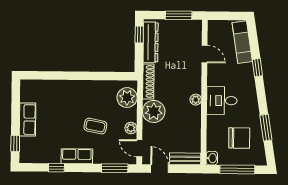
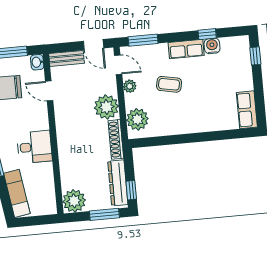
window: (179, 15) -> (104, 214), moved
door: (205, 54) -> (49, 91), moved
plant: (196, 100) -> (74, 201), moved, width x1.88, depth x1.88
desk: (222, 101) -> (34, 147), moved
row of seats: (28, 120) -> (247, 110), moved
water cooler: (53, 157) -> (212, 46), added

